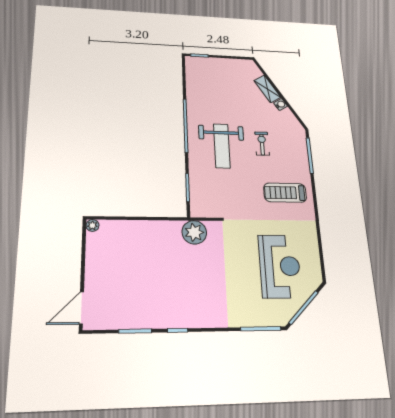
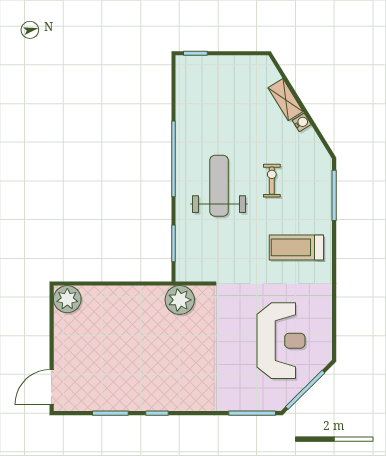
weight bench: (222, 146) -> (219, 186), turned 180
plant: (92, 225) -> (67, 299), width x1.87, depth x1.87

